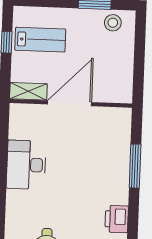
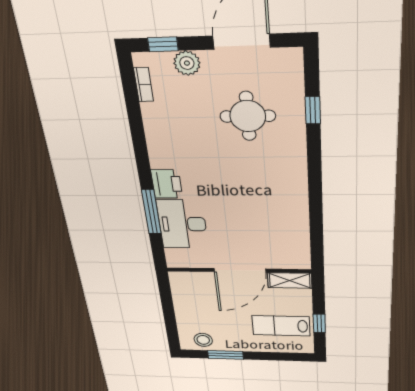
desk: (26, 165) -> (182, 224), moved, turned 180
printer: (117, 219) -> (167, 184), moved

